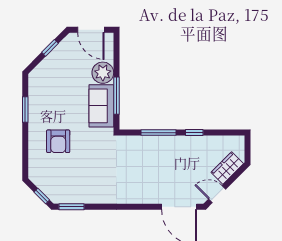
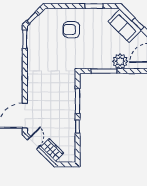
sofa: (101, 106) -> (125, 26), moved, turned -135

